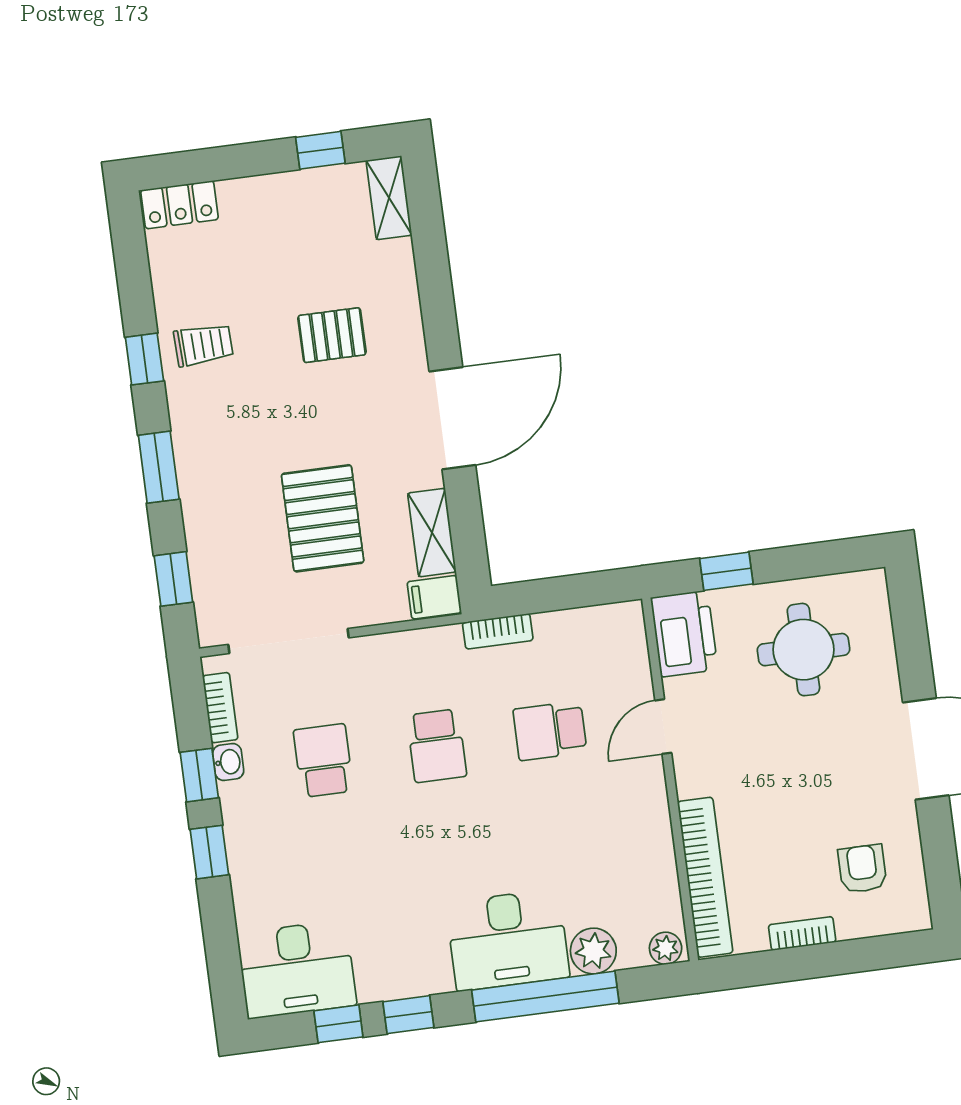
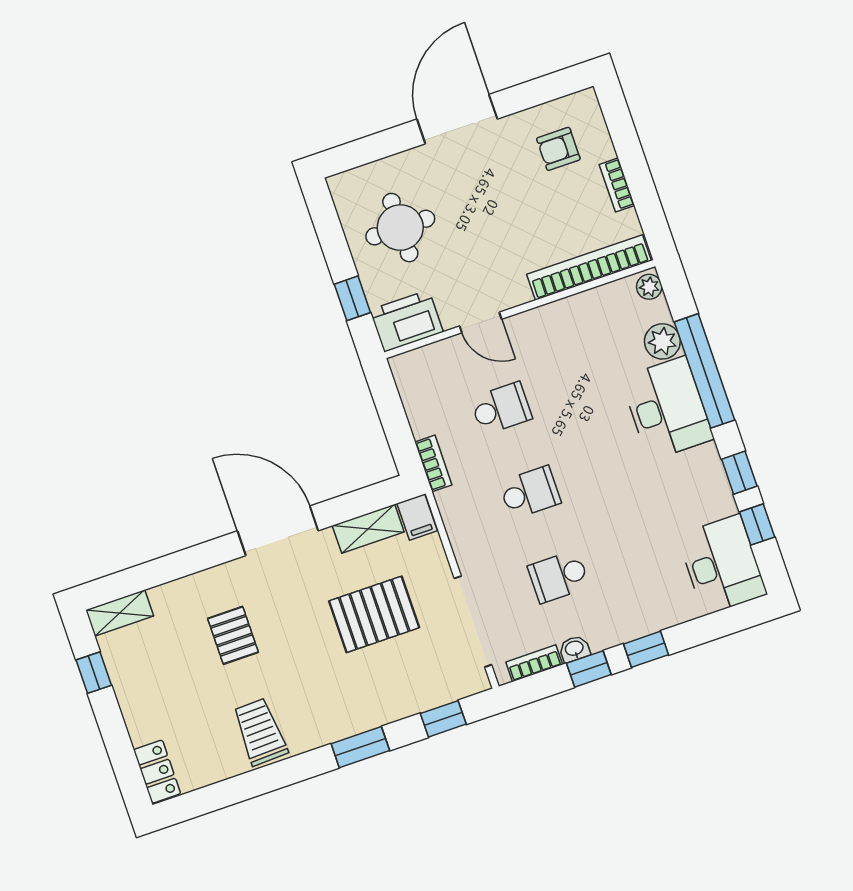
trolley: (203, 345) -> (260, 732), width x1.36, depth x1.39
window: (144, 359) -> (280, 775), removed
school desk: (550, 731) -> (501, 408), turned -90

